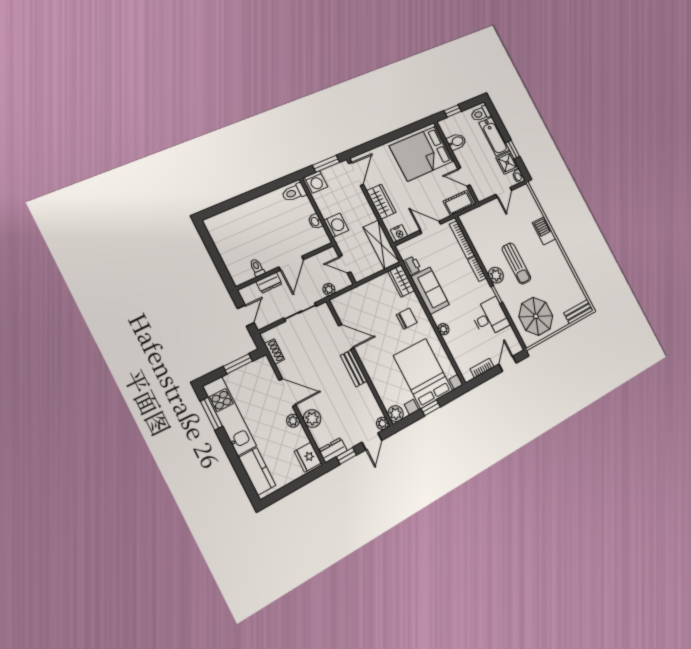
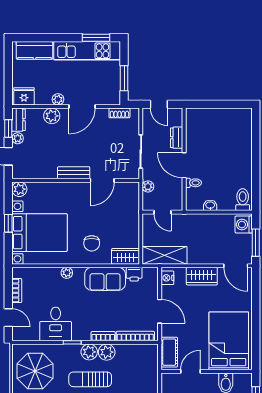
washing machine: (336, 225) -> (199, 223), removed
door: (430, 227) -> (160, 311), hinge flipped
plant: (488, 259) -> (107, 352), added
door: (345, 264) -> (163, 212), swing flipped
toilet: (257, 268) -> (193, 183), moved
plant: (382, 423) -> (18, 138), moved

